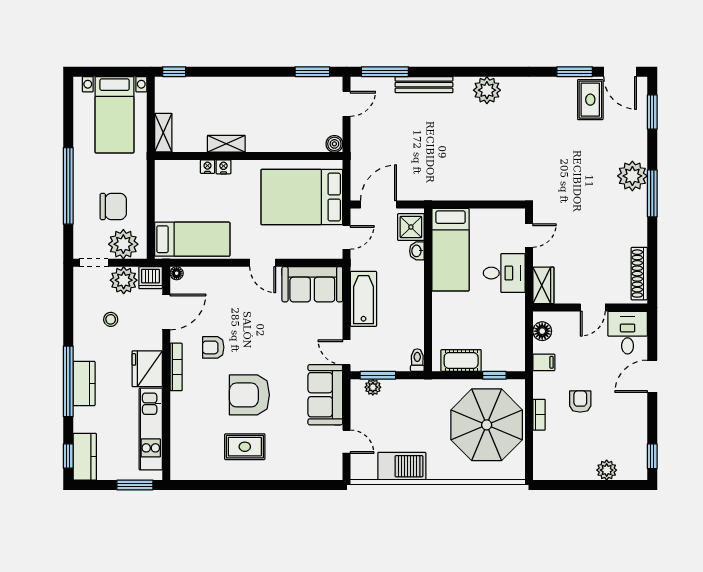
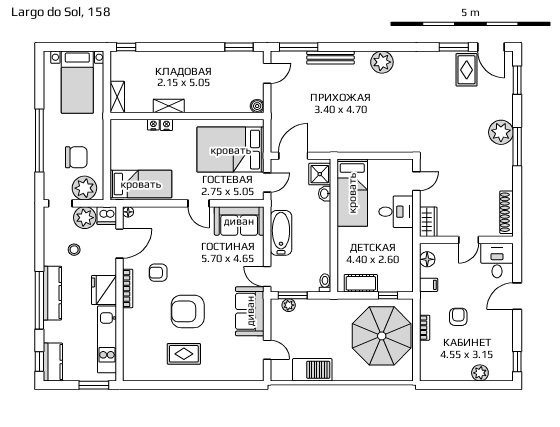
kitchen counter: (84, 383) -> (52, 293), width x1.50

